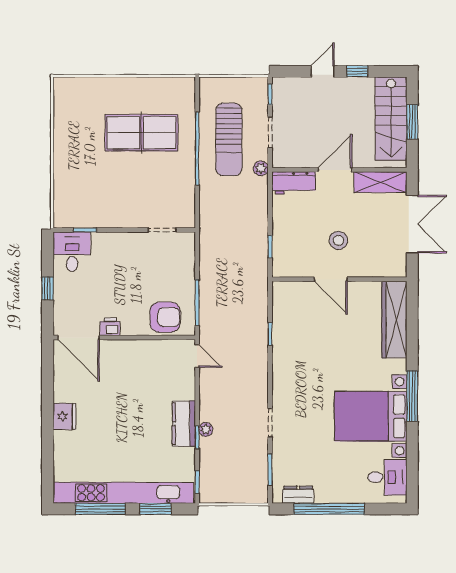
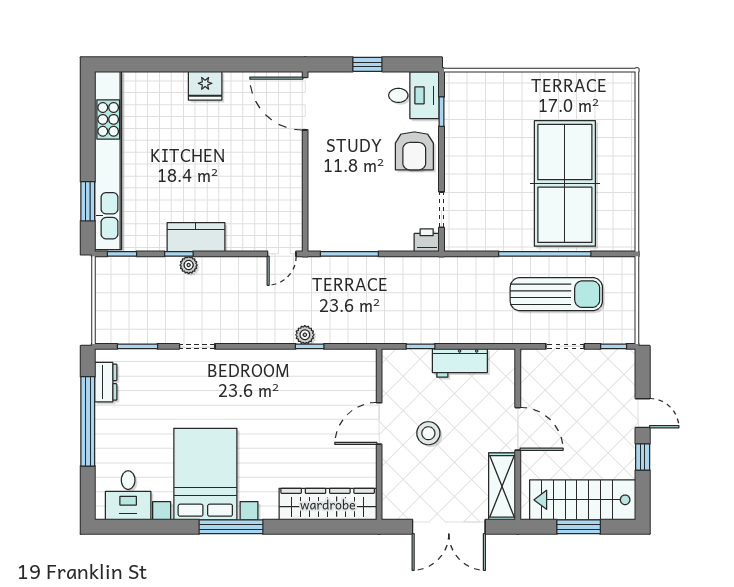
table tennis table: (141, 133) -> (565, 183), width x1.36, depth x1.32
sun lounger: (229, 139) -> (556, 294), turned 180
plant: (261, 168) -> (305, 335), moved
workbench: (294, 183) -> (460, 363), moved, turned -90
armchair: (165, 317) -> (414, 151), moved
printer: (110, 327) -> (427, 240), moved, turned -90
door: (79, 338) -> (305, 104), hinge flipped
window: (100, 509) -> (88, 131), removed

